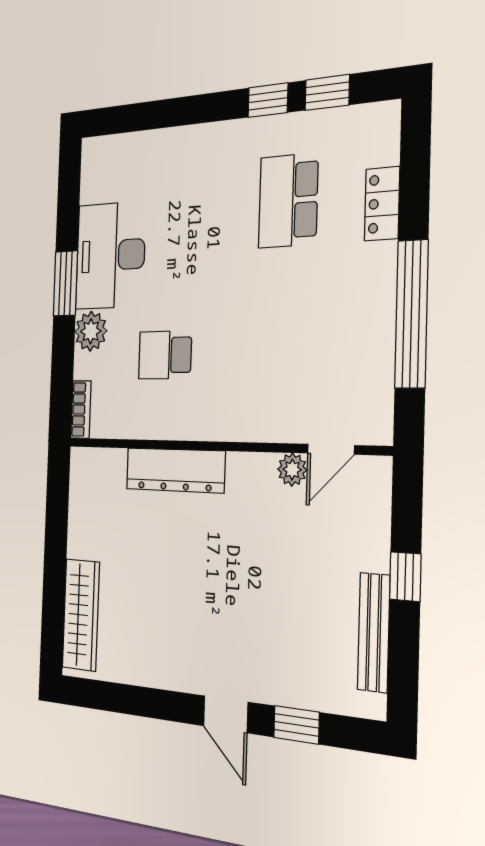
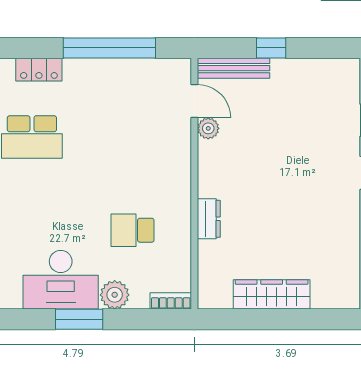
school desk: (165, 355) -> (133, 230), turned 90
dresser: (175, 470) -> (209, 219), width x0.51, depth x0.80
wardrobe: (81, 615) -> (272, 294), moved
bench: (374, 632) -> (234, 68), moved

